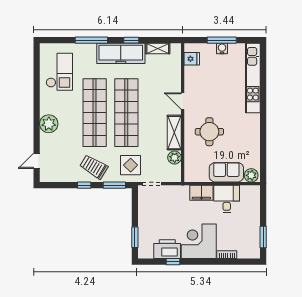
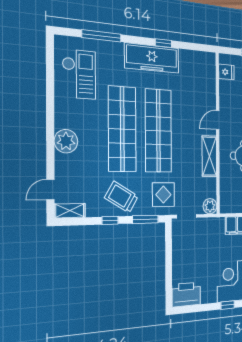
window: (91, 40) -> (102, 36), moved
shelving: (158, 48) -> (70, 211), moved
door: (183, 101) -> (218, 120), hinge flipped
plant: (175, 158) -> (210, 206), moved
window: (135, 237) -> (169, 282), removed
printer: (167, 249) -> (186, 294), moved
window: (173, 262) -> (228, 305), moved

